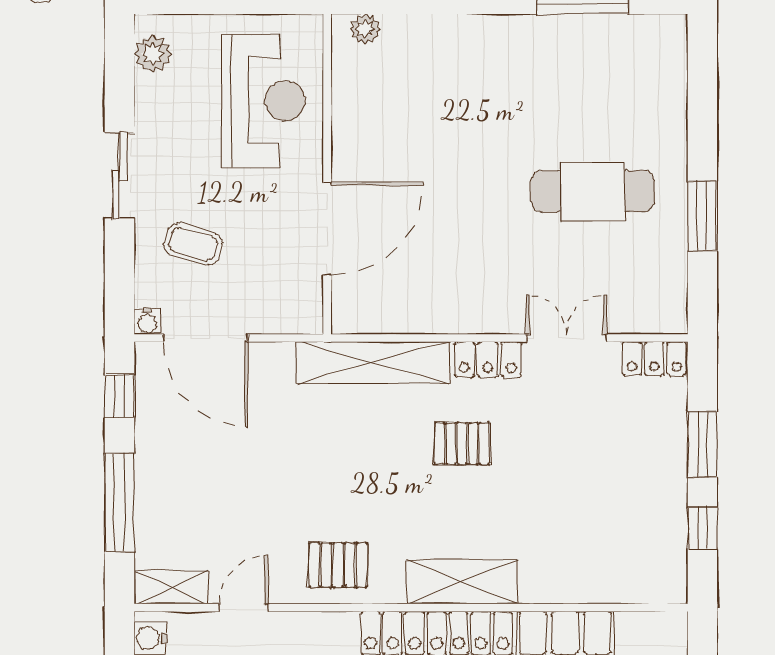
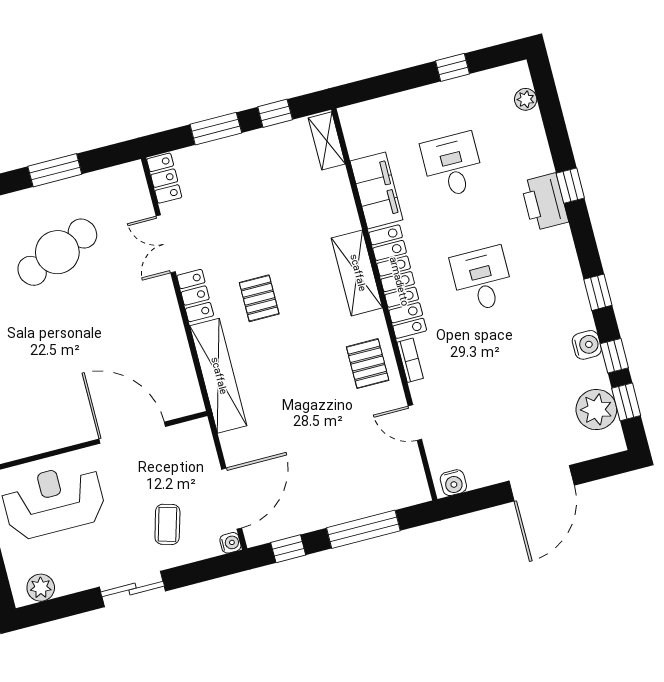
cafe table: (593, 191) -> (57, 252), turned 68
shelving: (171, 587) -> (327, 141), moved
bookcase: (328, 623) -> (410, 360), added

